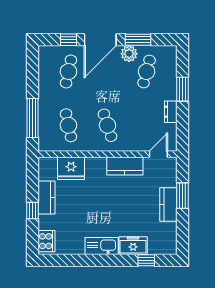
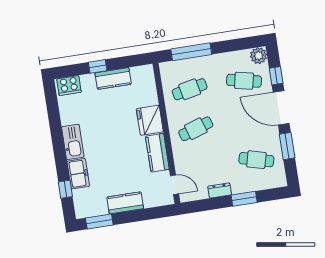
plant: (129, 54) -> (259, 56), moved
fridge: (71, 168) -> (150, 120), moved
window: (182, 196) -> (99, 221), moved

